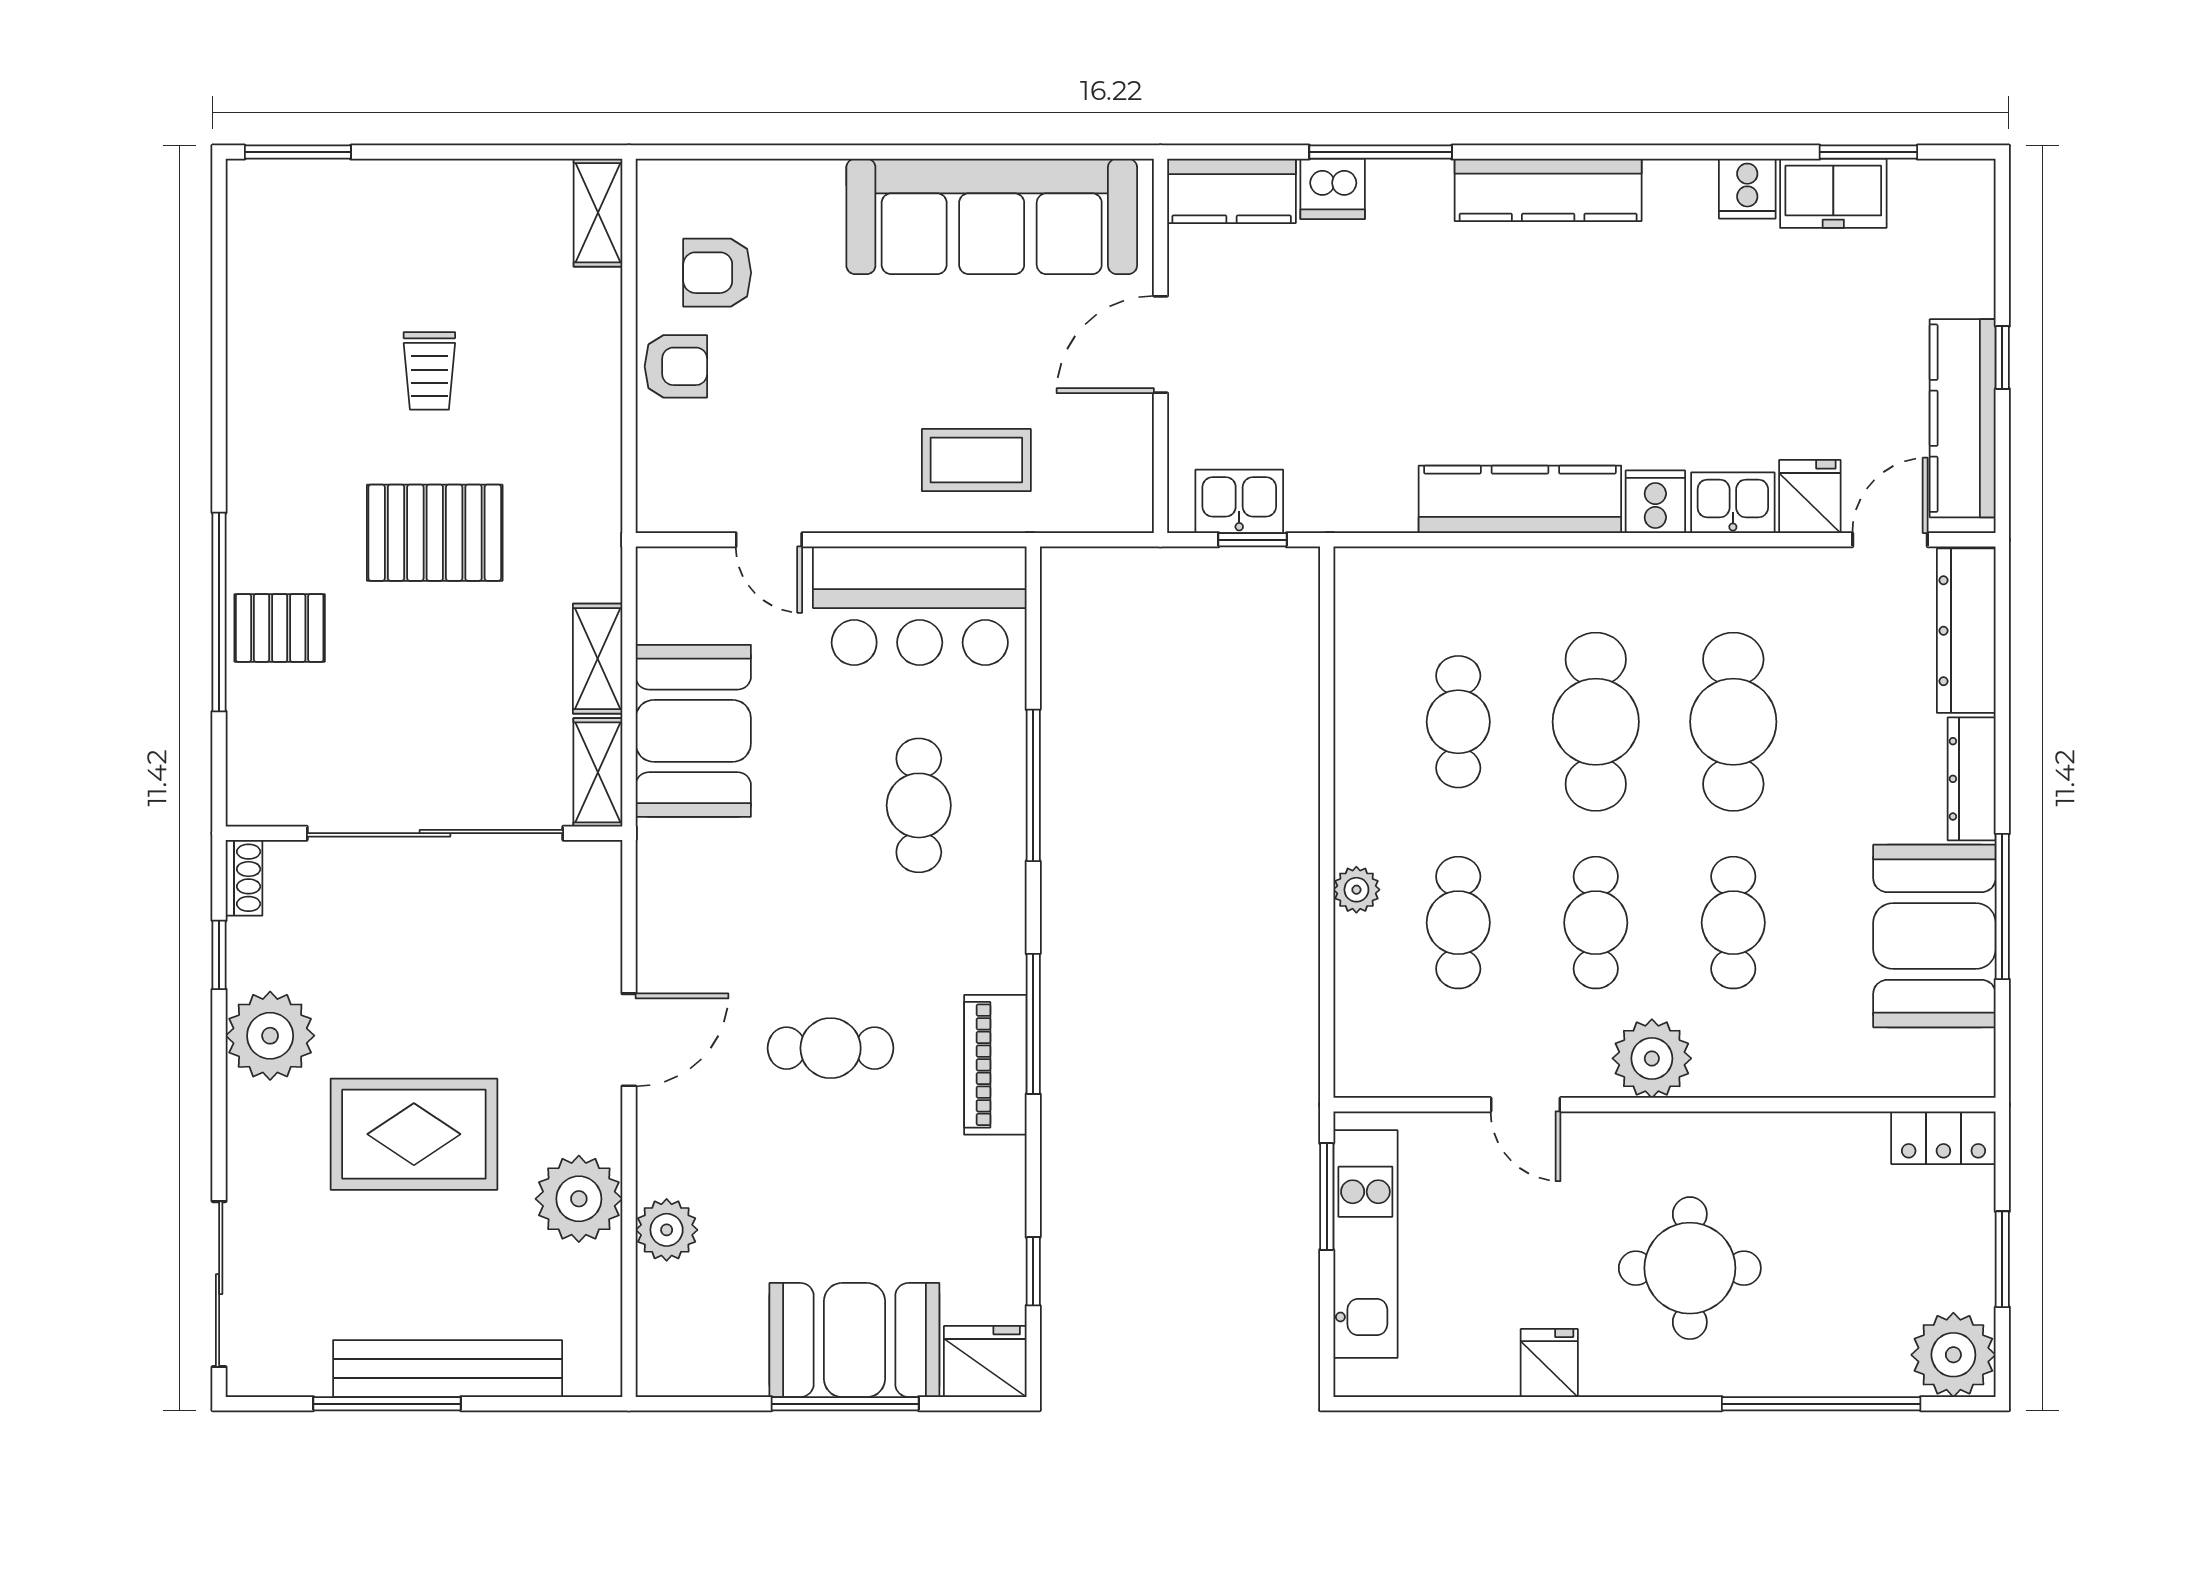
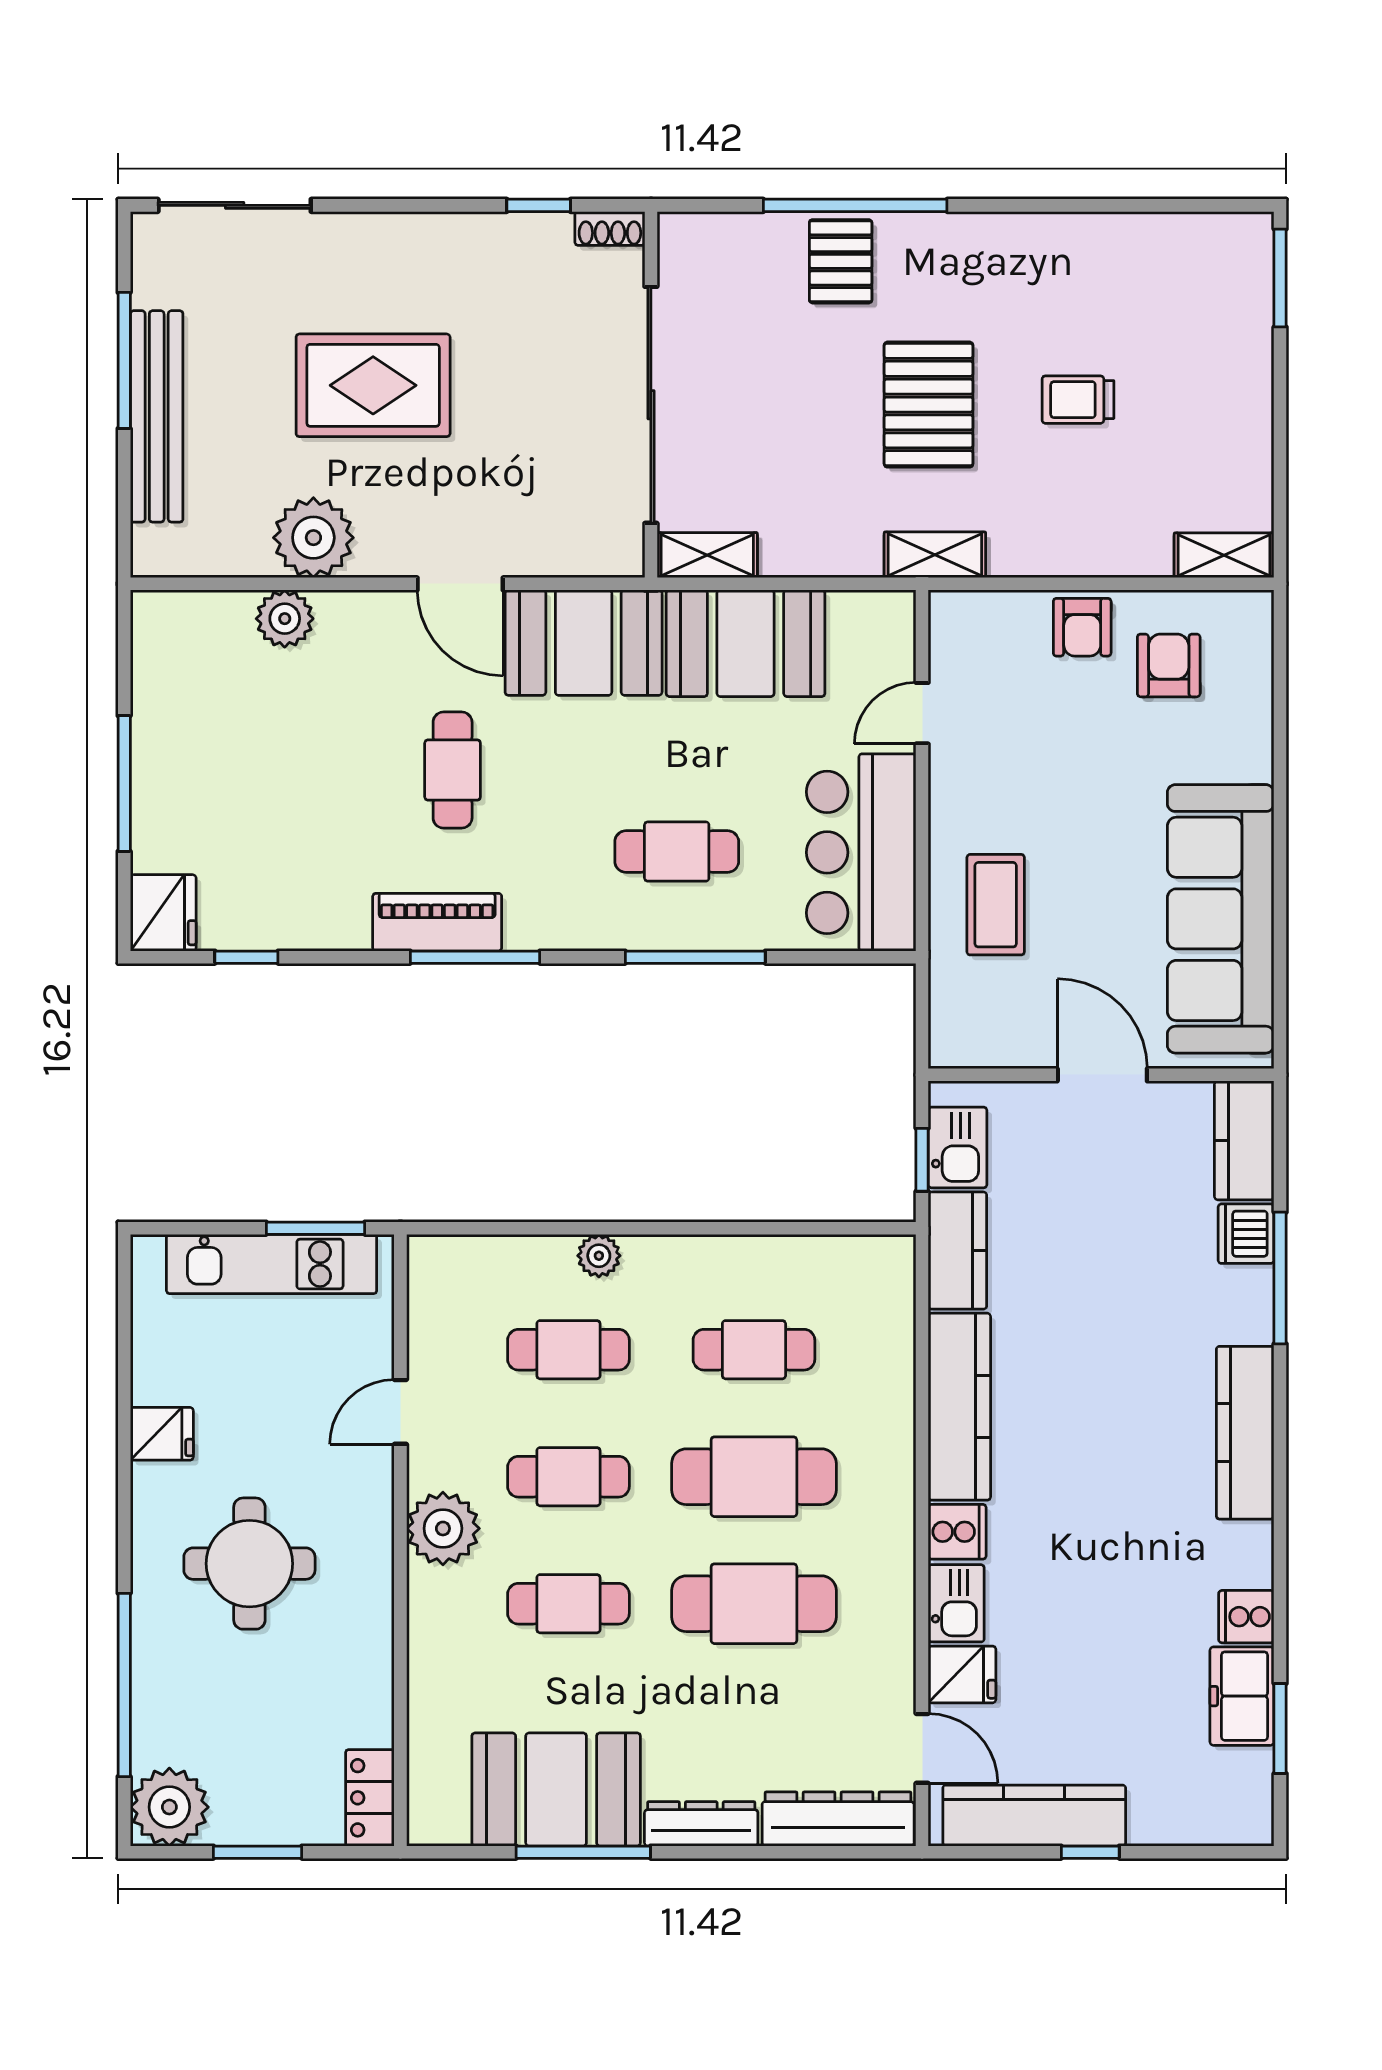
kitchen counter: (1351, 501) -> (957, 1251), added
shelving: (598, 659) -> (935, 555), moved
plant: (270, 1036) -> (464, 252), removed
rug: (414, 1134) -> (373, 385), turned 90
booth: (854, 1340) -> (584, 643), moved, turned 90

